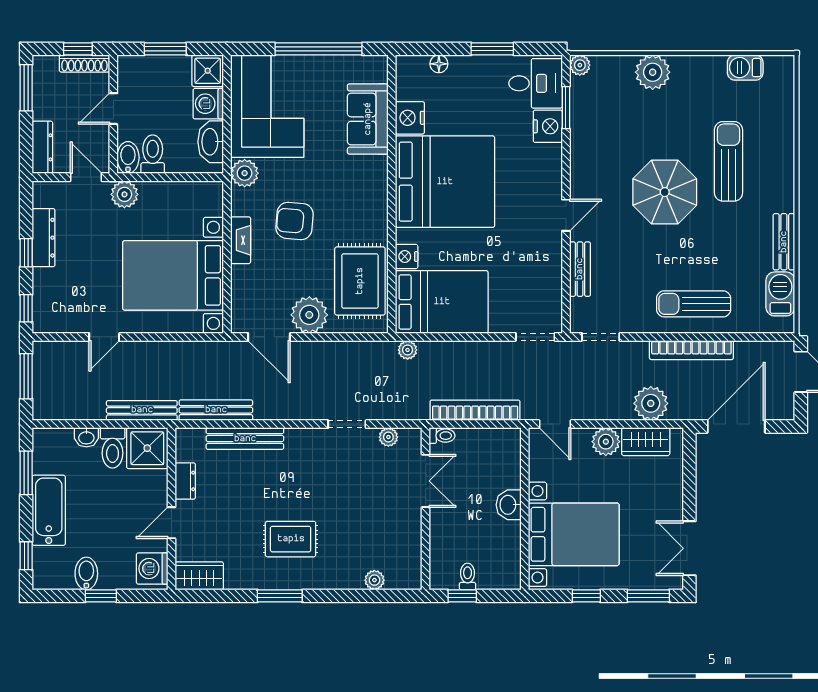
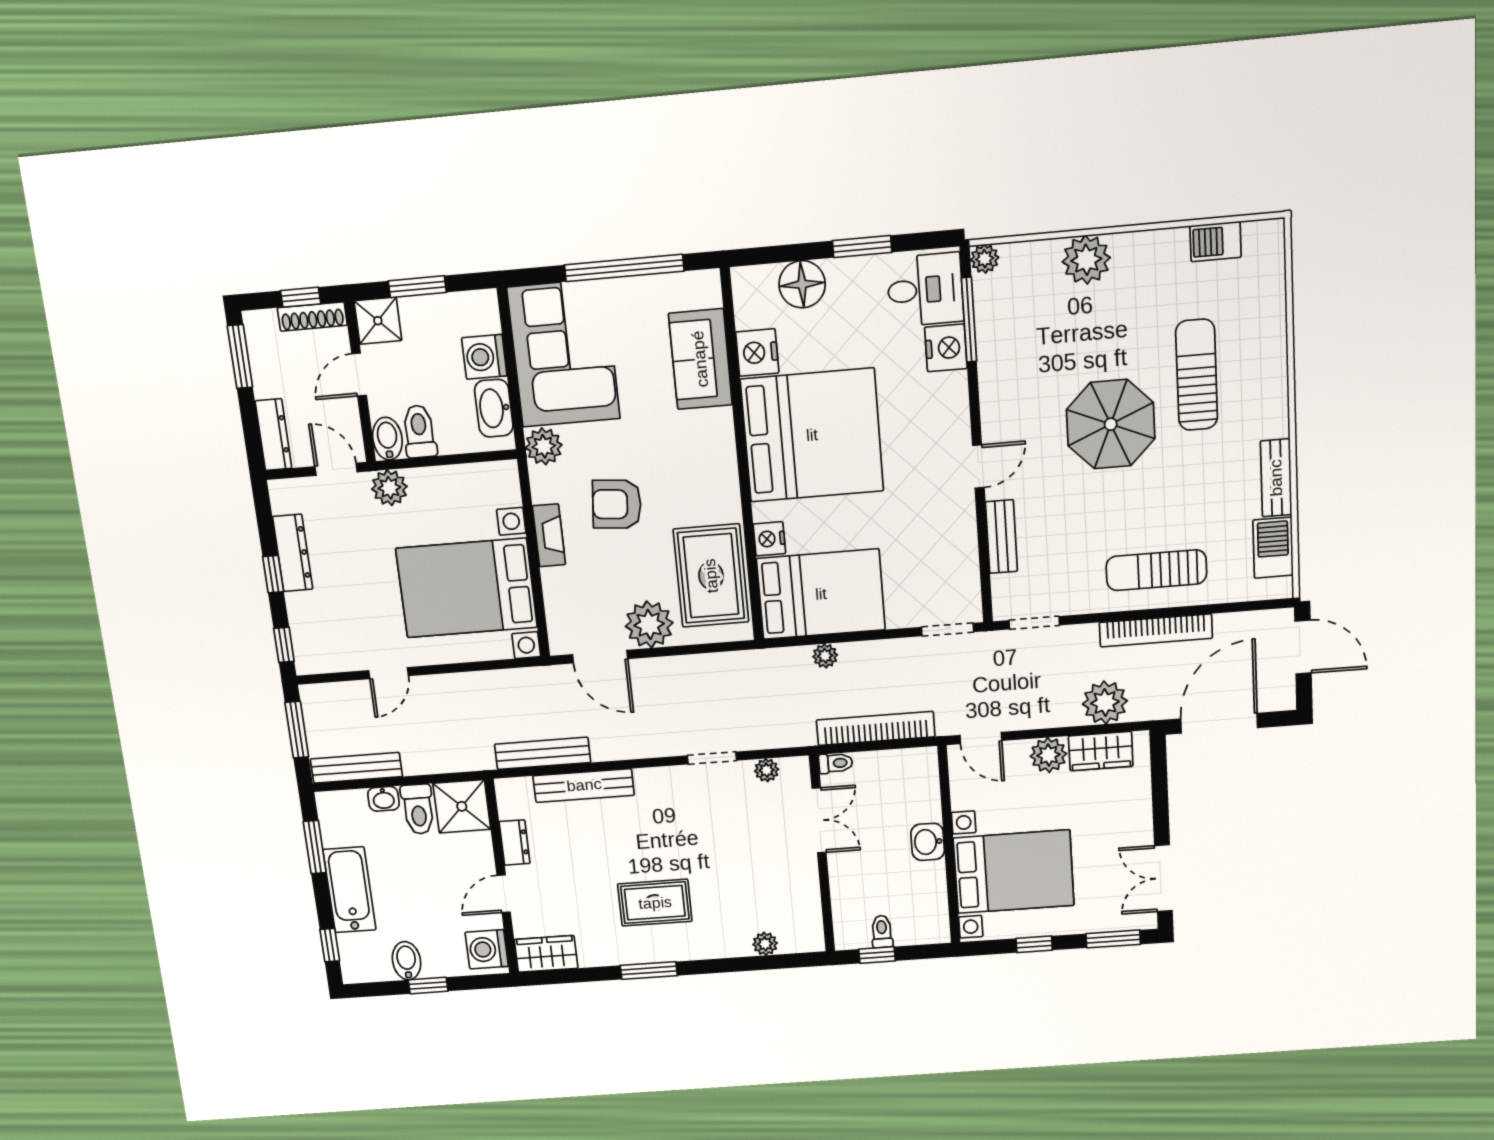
floor lamp: (439, 64) -> (802, 284), width x1.89, depth x1.89
shower: (208, 71) -> (378, 321), moved
window: (566, 108) -> (969, 320), width x1.44
plant: (408, 350) -> (825, 656), moved
bench: (142, 410) -> (356, 768), moved

